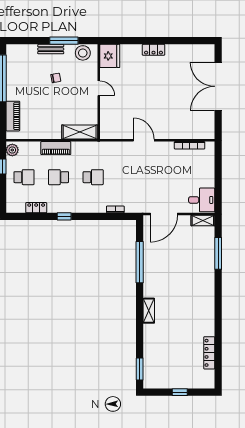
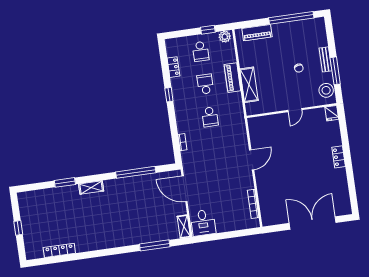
fridge: (110, 56) -> (332, 113), width x0.53, depth x0.75
shelving: (80, 132) -> (249, 85), moved
window: (140, 369) -> (65, 182), moved

